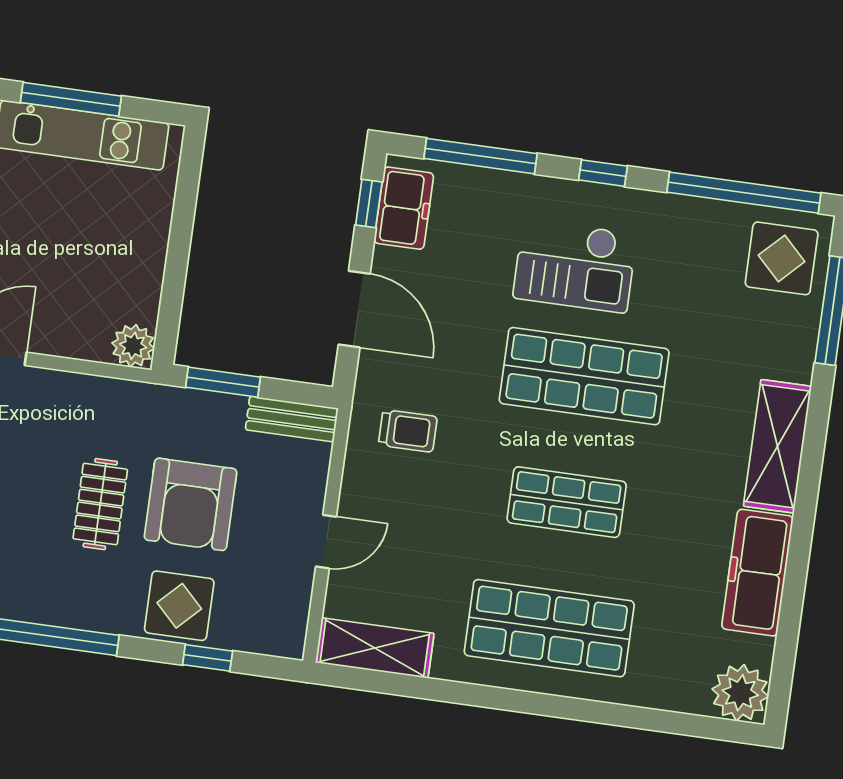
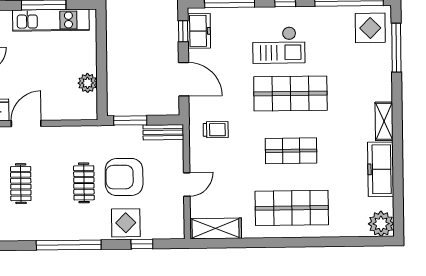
plant: (133, 346) -> (88, 83), moved
shelving: (777, 446) -> (384, 121), width x0.67, depth x0.75
armchair: (191, 504) -> (124, 177), turned 90

